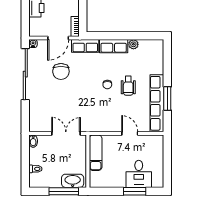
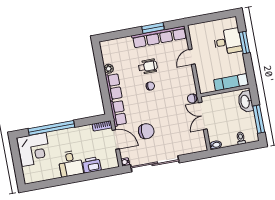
chair: (86, 126) -> (192, 99), added
exam couch: (96, 153) -> (231, 82), moved
window: (64, 191) -> (259, 119), moved

